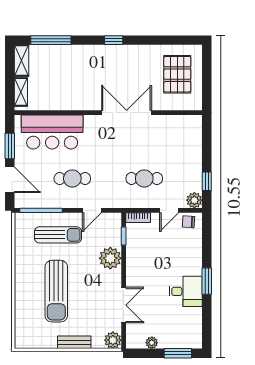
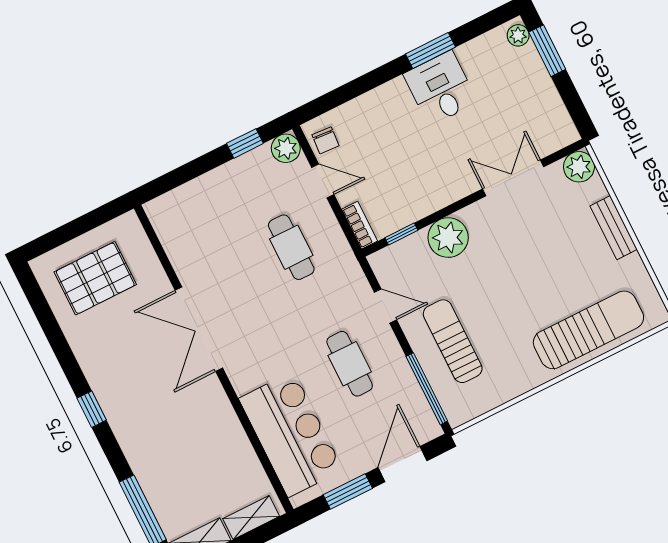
window: (207, 281) -> (430, 51), moved
sun lounger: (56, 291) -> (588, 330), moved
plant: (152, 343) -> (518, 35), moved

